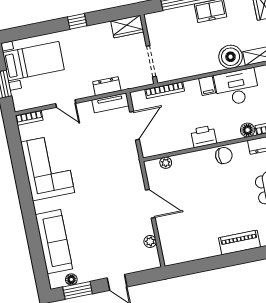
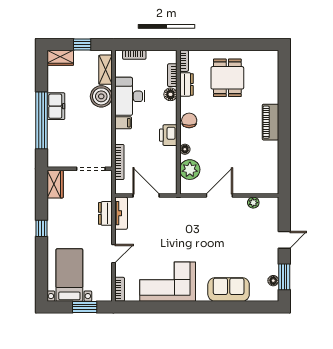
floor lamp: (192, 157) -> (185, 149), added
plant: (166, 163) -> (190, 170), width x1.87, depth x1.87
sofa: (54, 242) -> (229, 289), width x0.73

